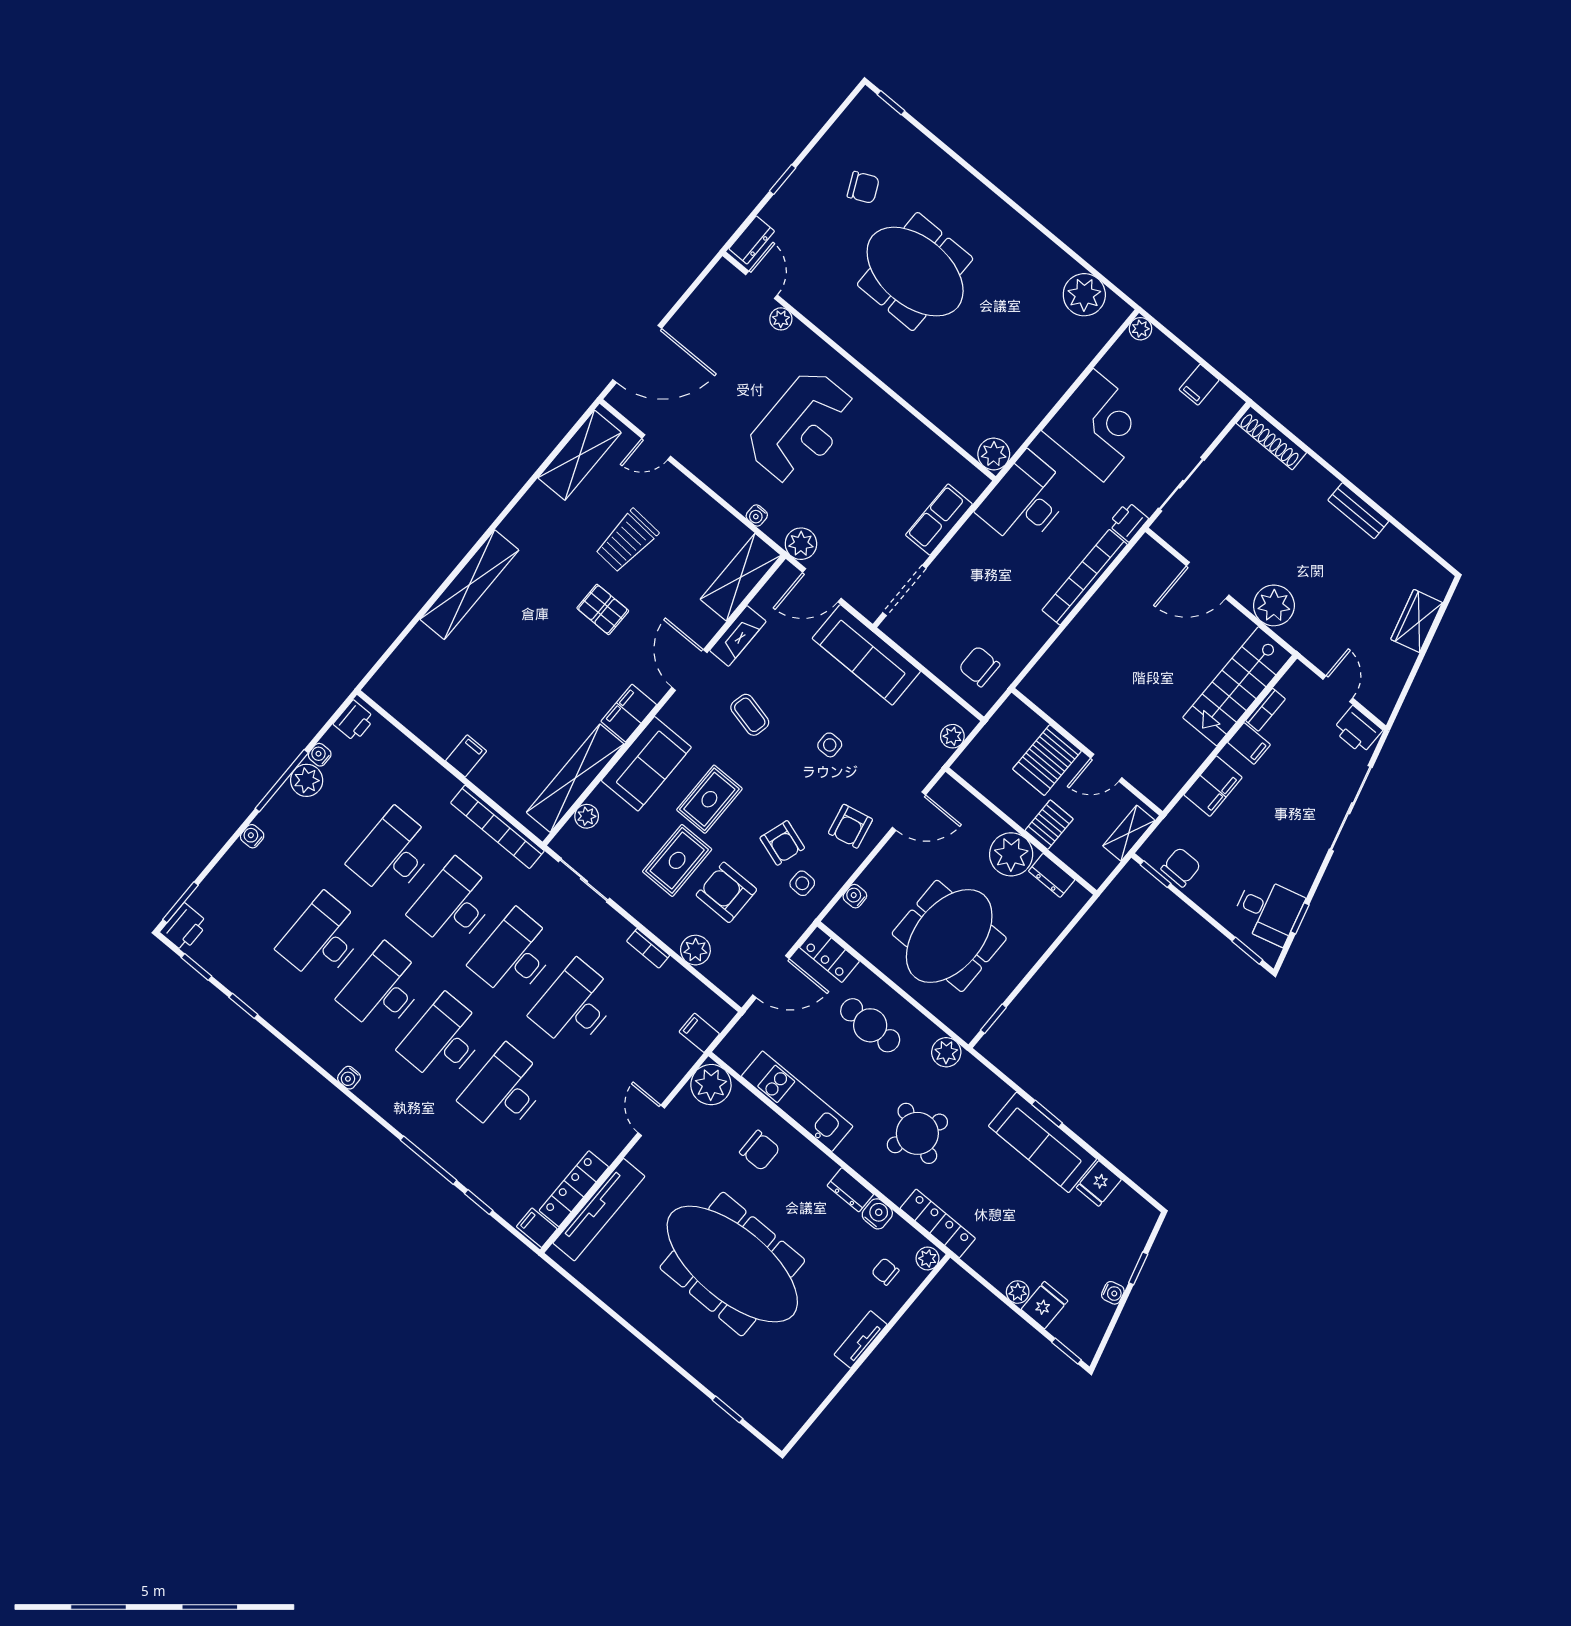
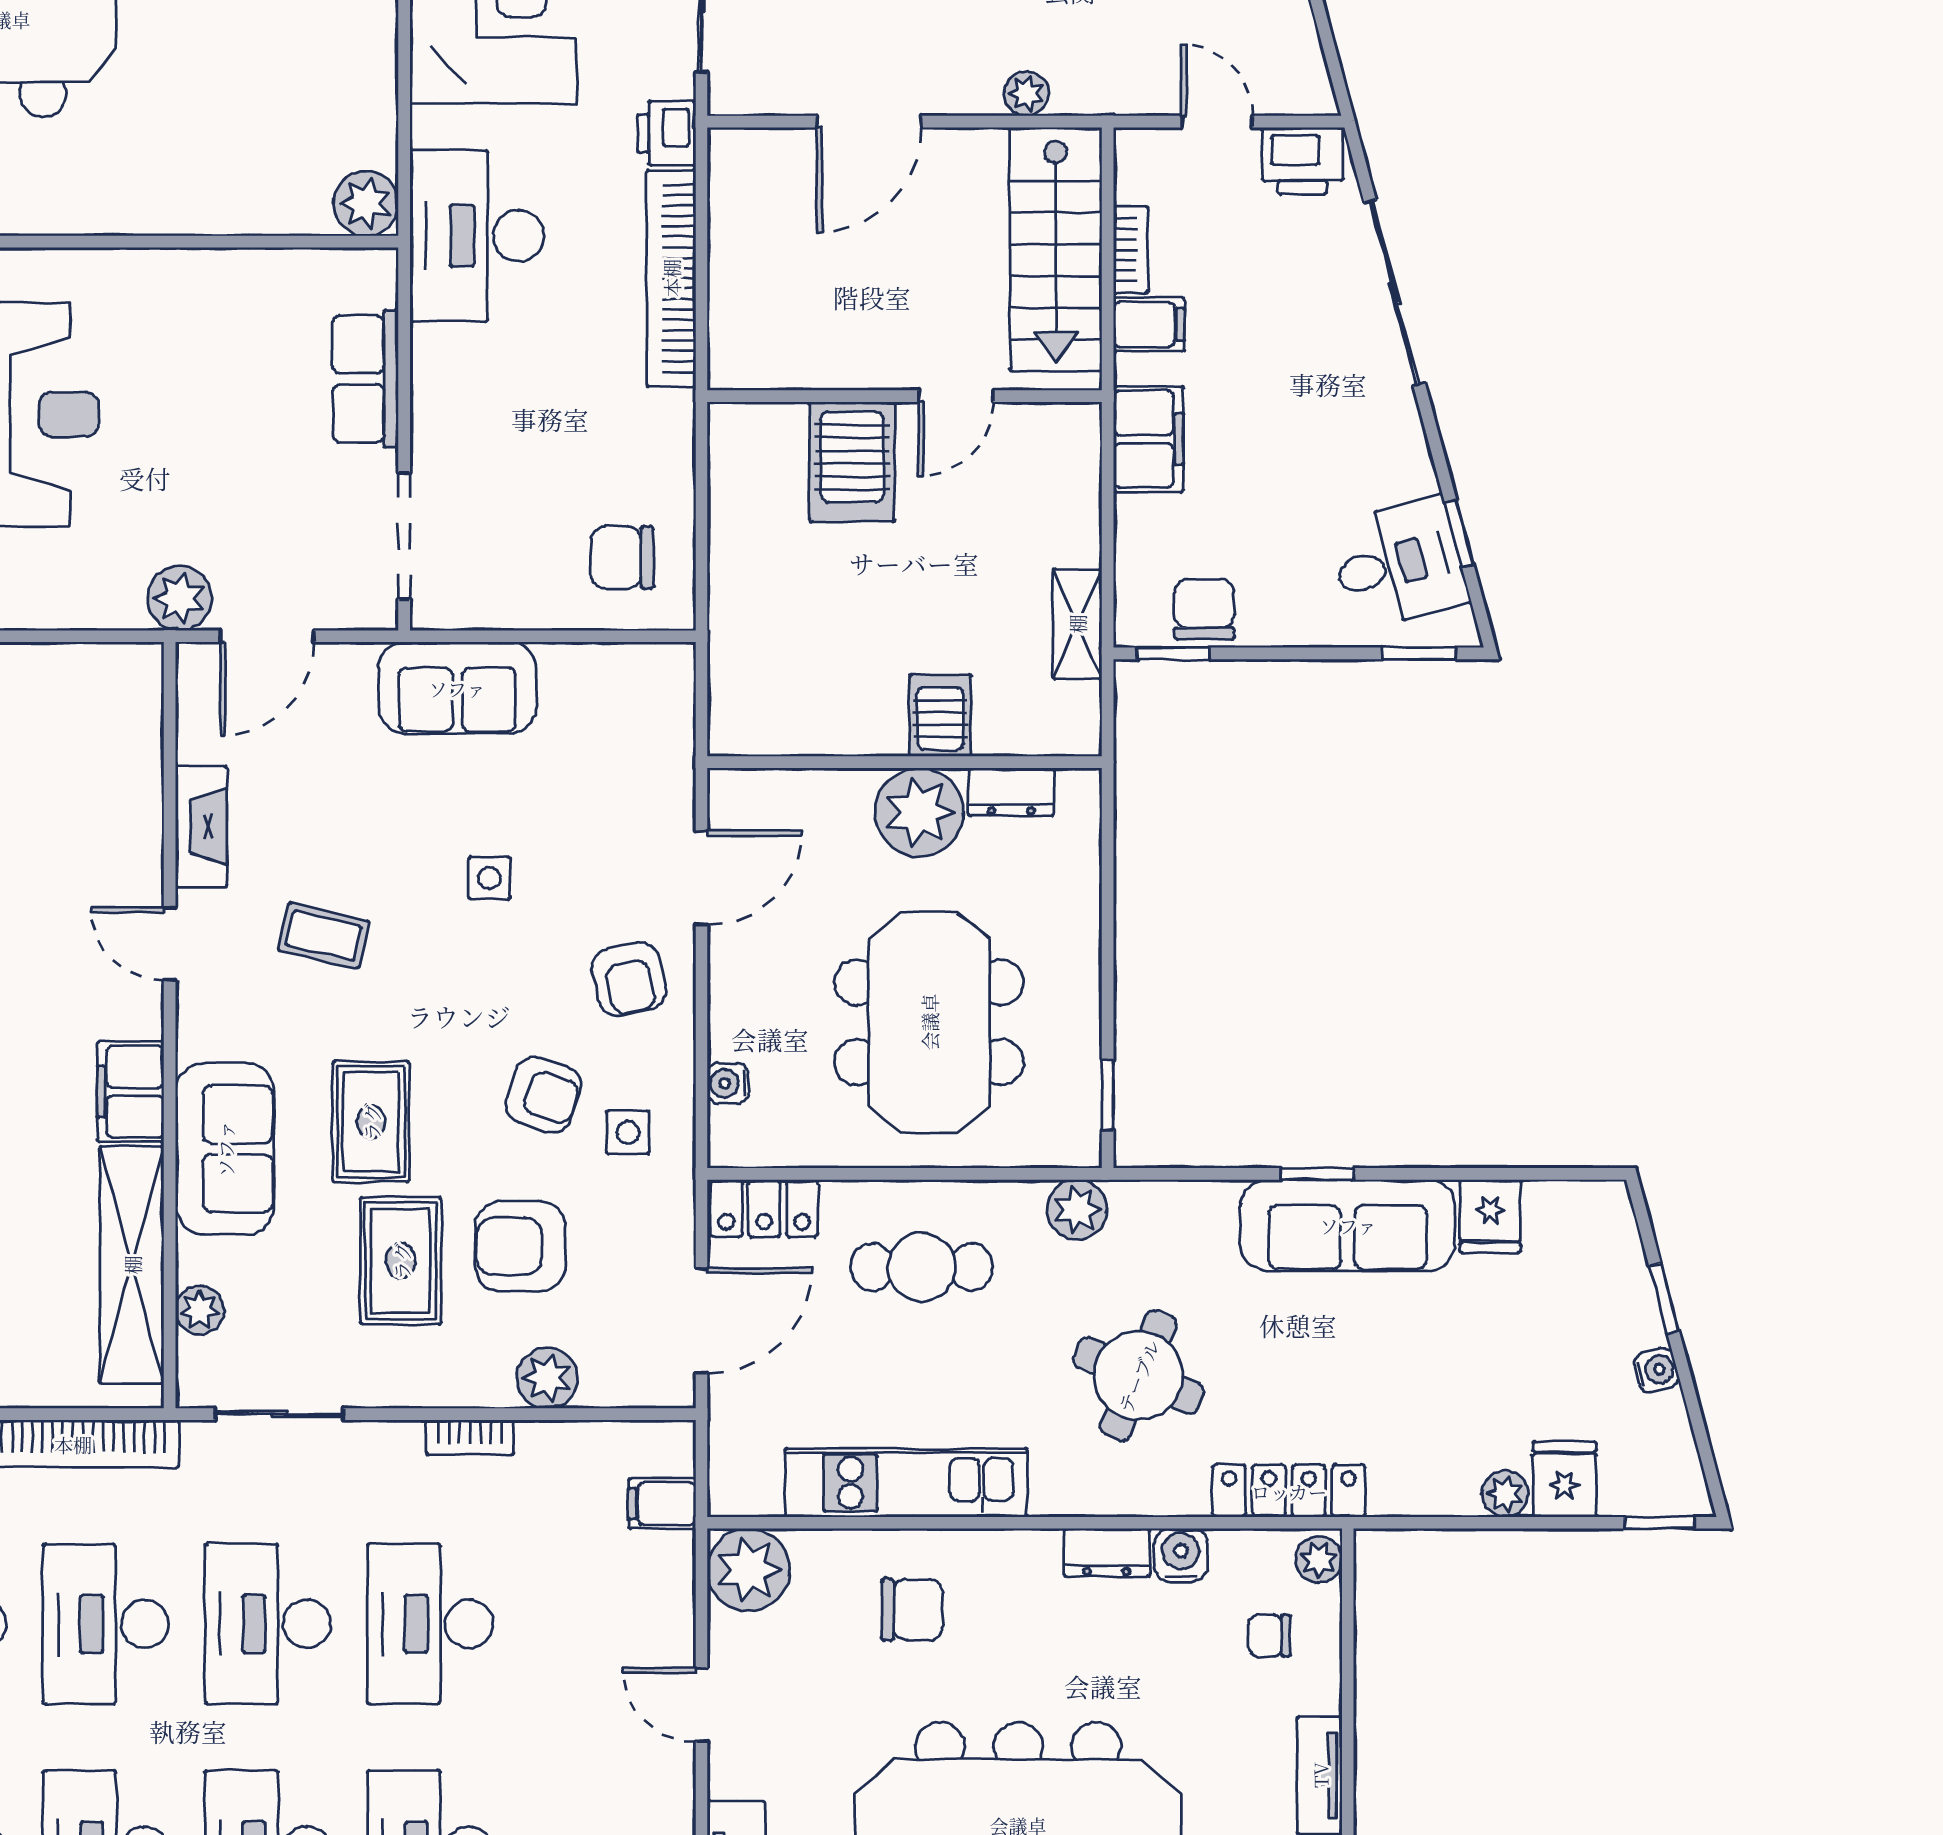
water cooler: (757, 515) -> (73, 612), removed
shelving: (741, 577) -> (129, 730), removed
plant: (1274, 605) -> (1026, 94), width x0.53, depth x0.53
sofa: (866, 655) -> (457, 688), width x0.73
door: (689, 670) -> (170, 944), width x0.73
plant: (952, 736) -> (672, 703), removed
wall: (1087, 752) -> (905, 396), moved
server rack: (1047, 760) -> (852, 462), moved
door: (1106, 768) -> (956, 396), moved

